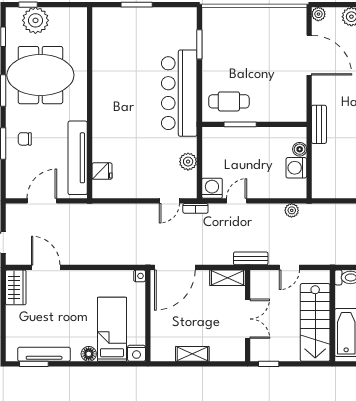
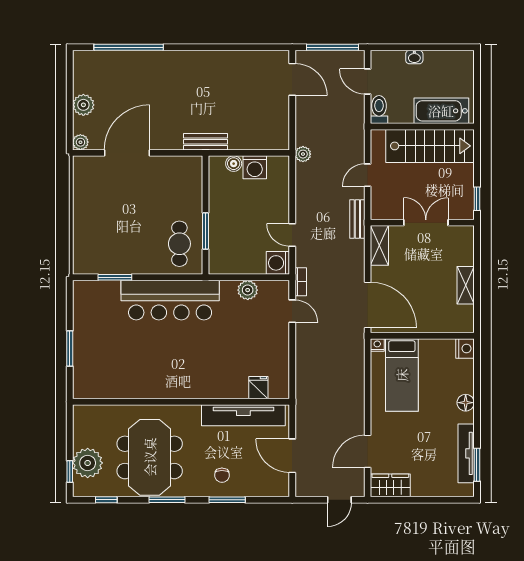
plant: (292, 210) -> (303, 154), moved
door: (289, 267) -> (368, 175), swing flipped
bed: (112, 329) -> (402, 375), moved, turned -90

